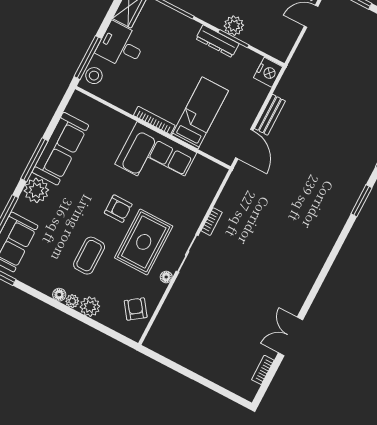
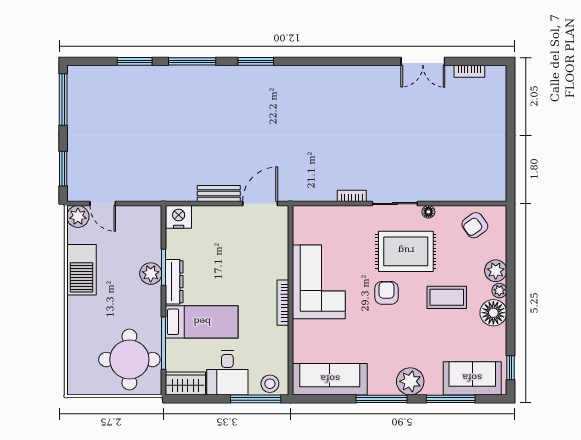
bed: (200, 113) -> (202, 322), moved, turned 180
sofa: (60, 149) -> (330, 379), moved
floor lamp: (59, 295) -> (493, 313), width x1.89, depth x1.89

